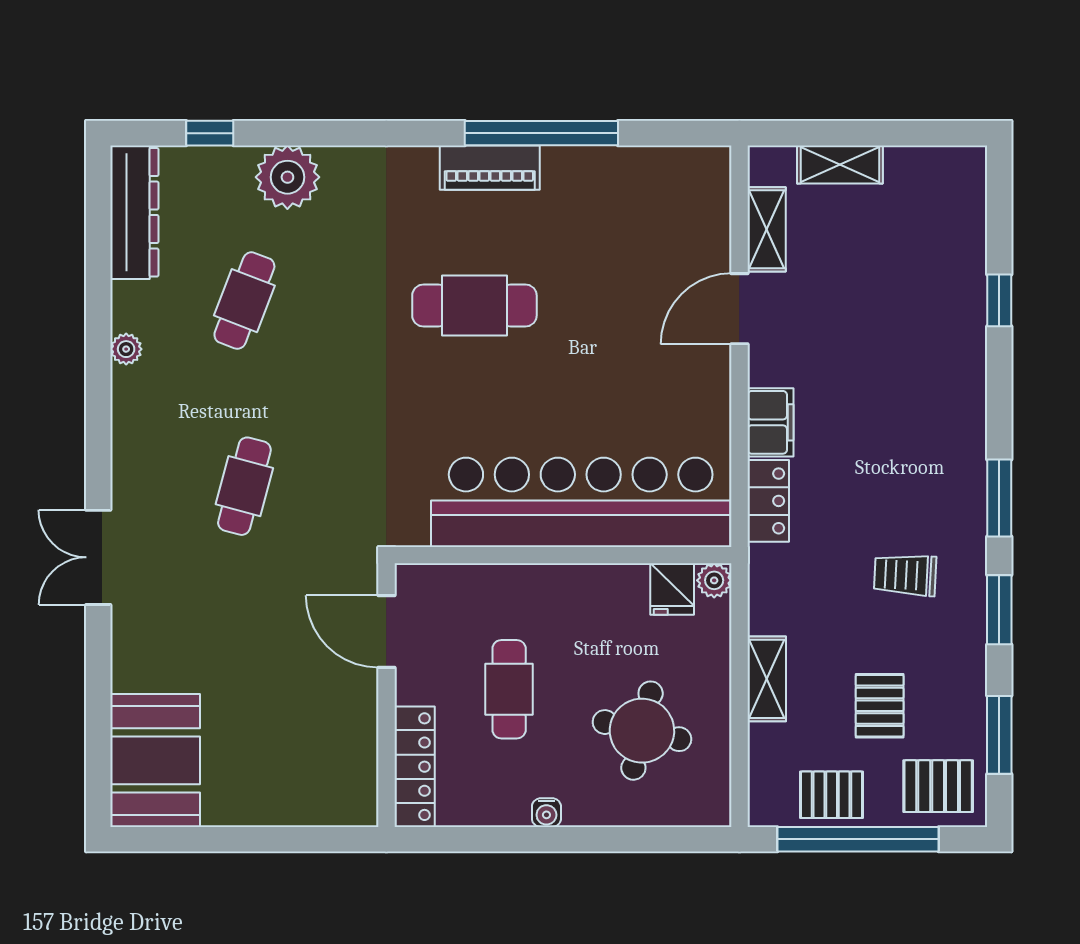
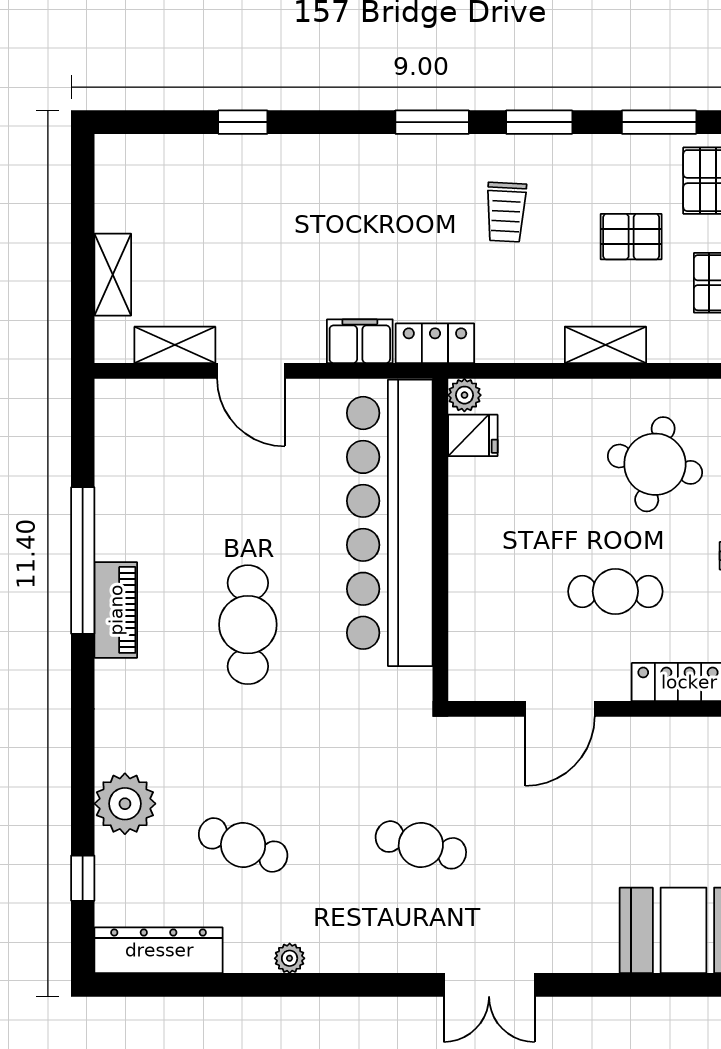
bar counter: (581, 502) -> (390, 523), moved
wall: (563, 555) -> (440, 540), moved
plant: (714, 580) -> (464, 395), moved
fridge: (672, 589) -> (473, 435), moved

